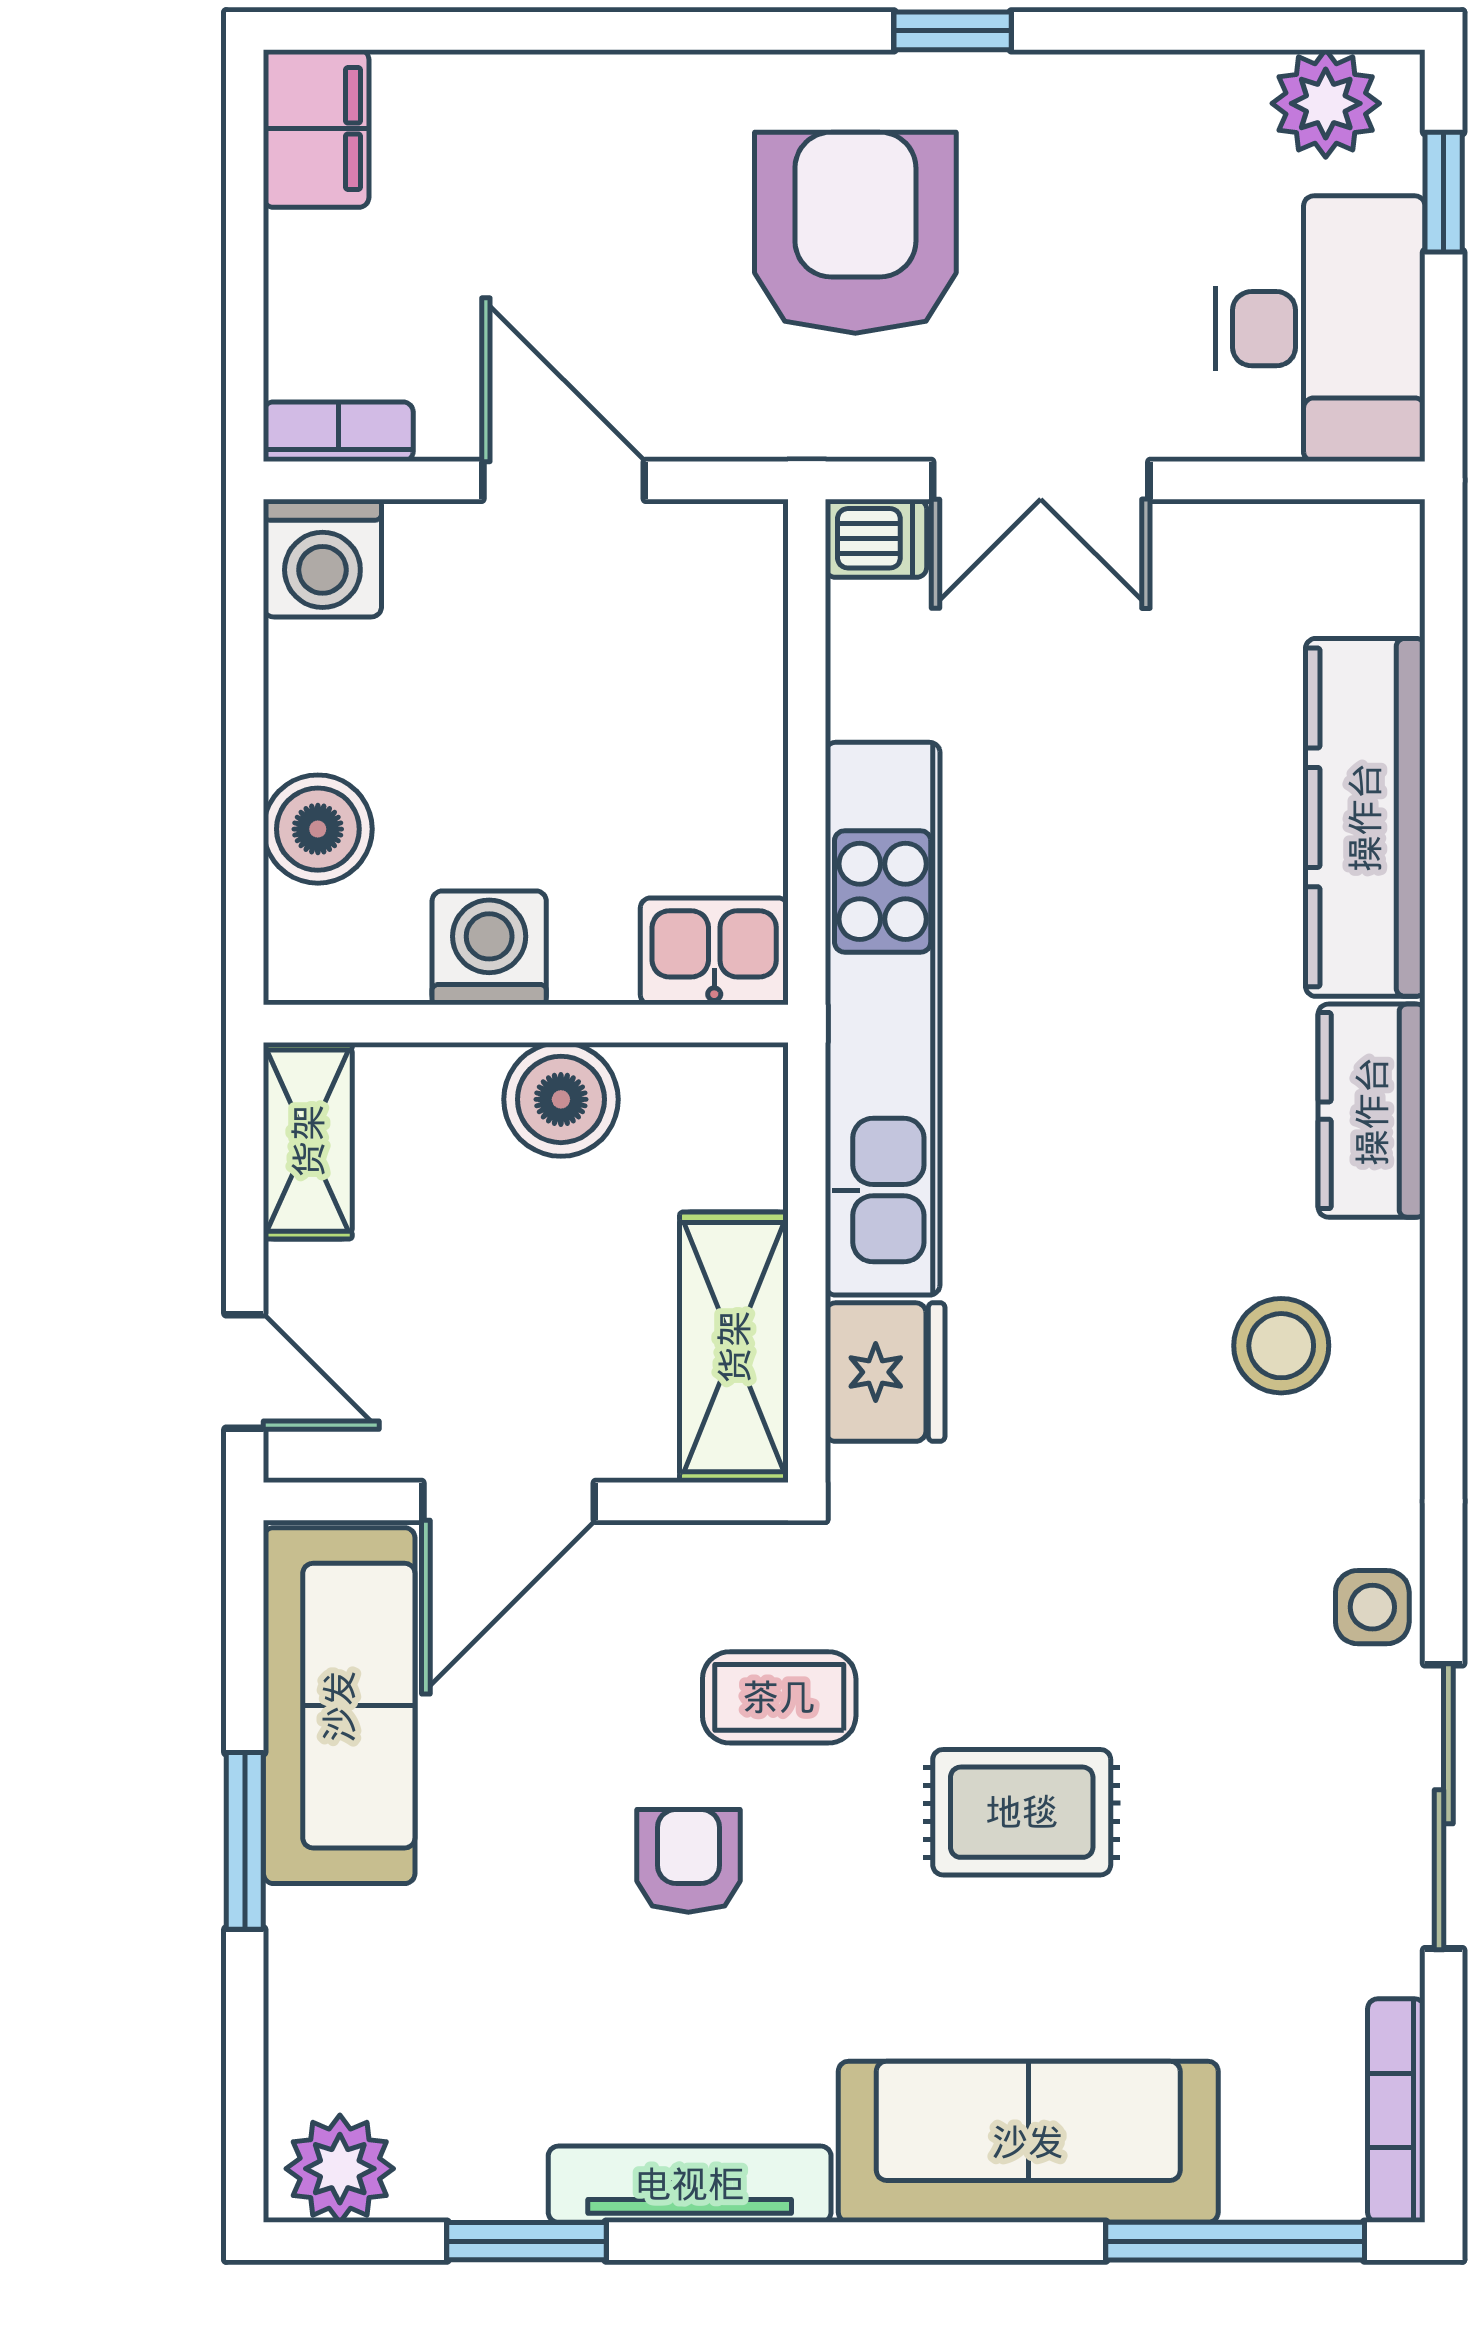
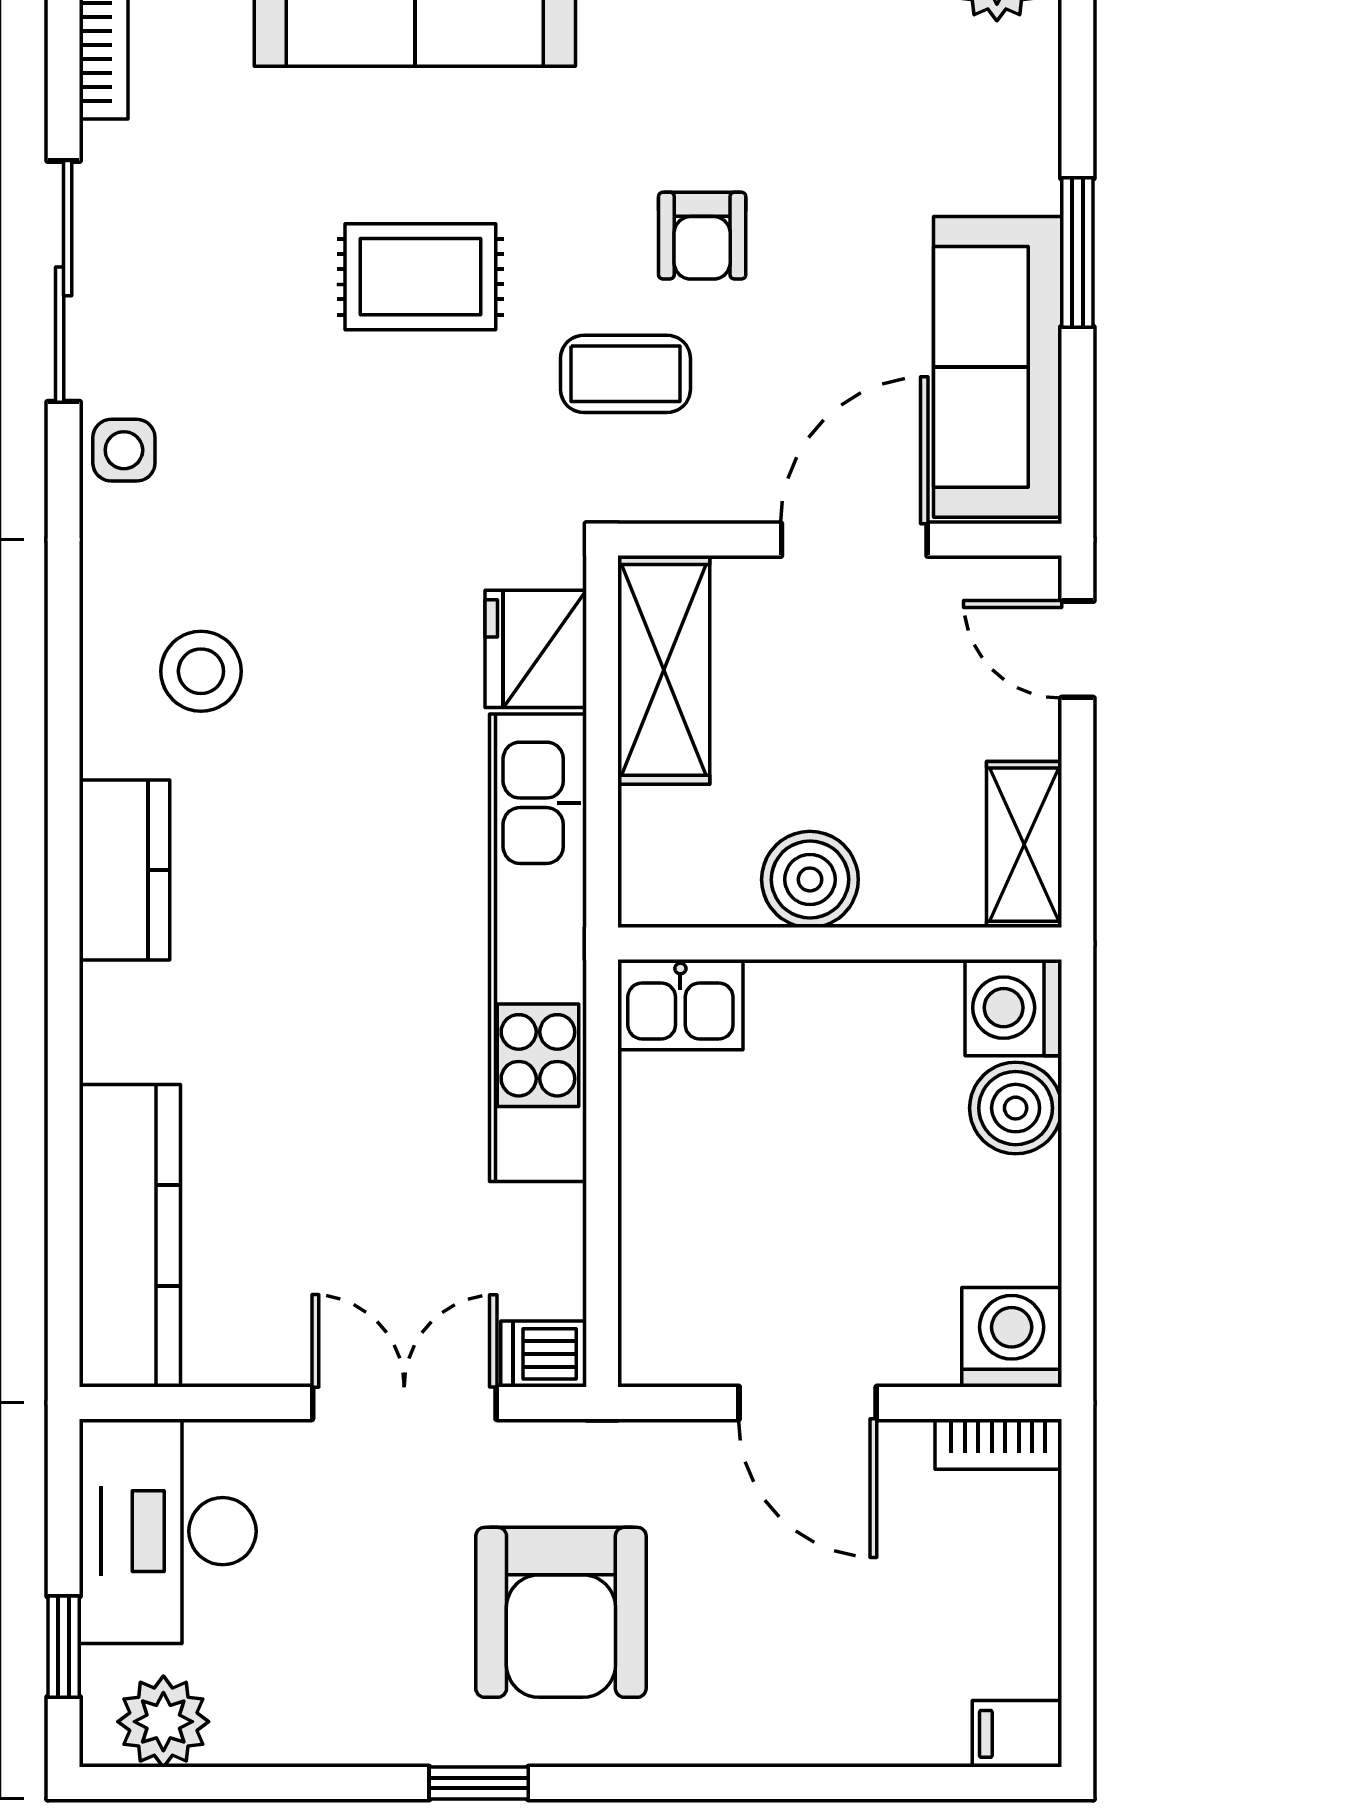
filing cabinet: (316, 128) -> (1017, 1734), width x0.50
kitchen counter: (1365, 817) -> (130, 1236), moved
washing machine: (489, 948) -> (1013, 1008), moved, turned 90

